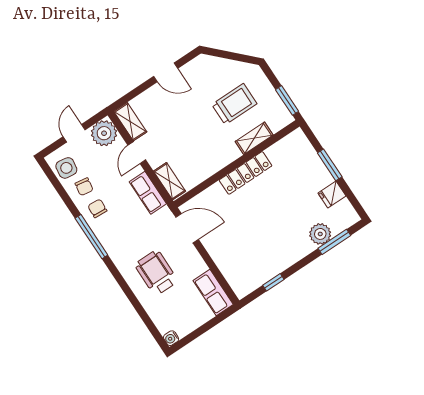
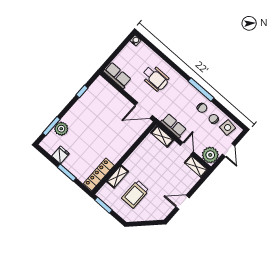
locker: (246, 173) -> (99, 174), moved

